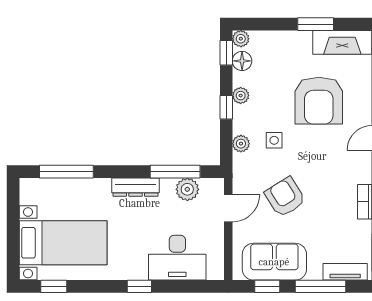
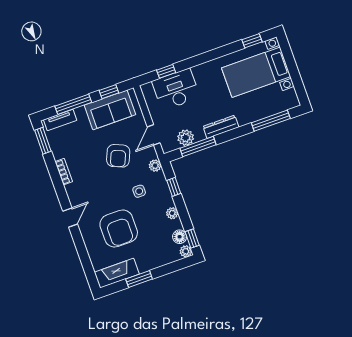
armchair: (319, 101) -> (119, 228), turned 180
window: (226, 107) -> (174, 187), moved
plant: (241, 144) -> (155, 166), moved
armchair: (285, 197) -> (118, 156), turned 55
window: (139, 286) -> (166, 71), moved

